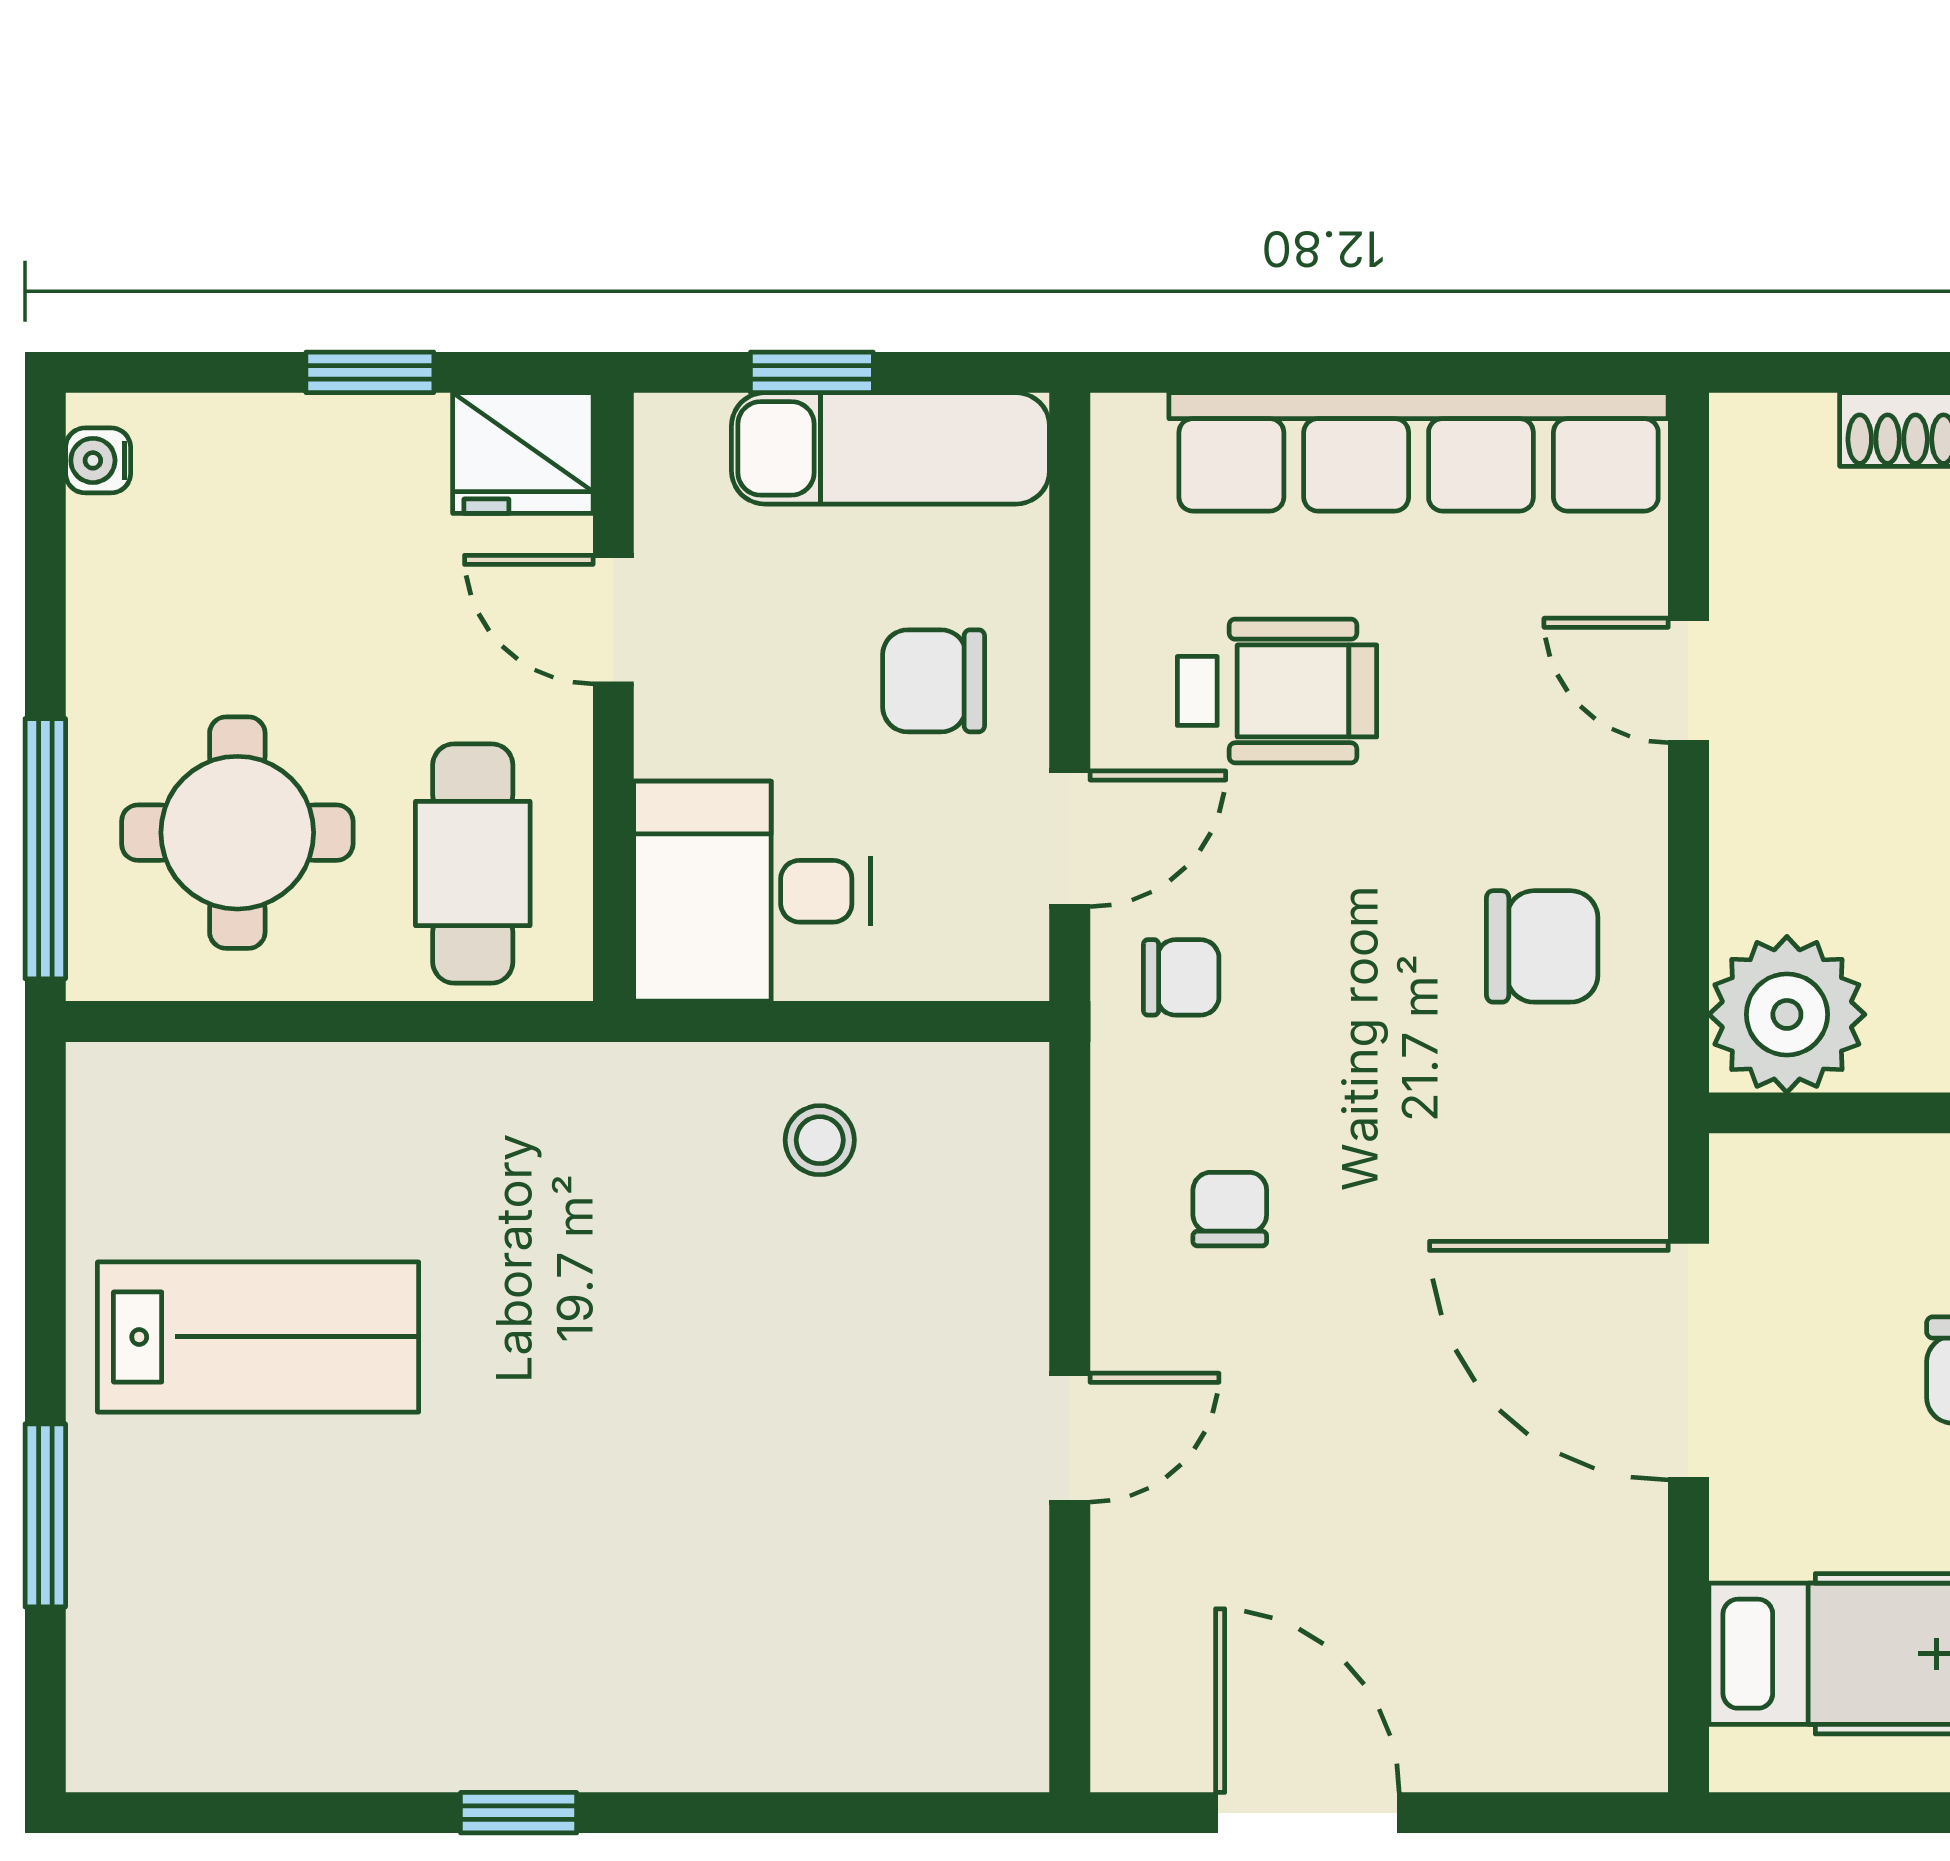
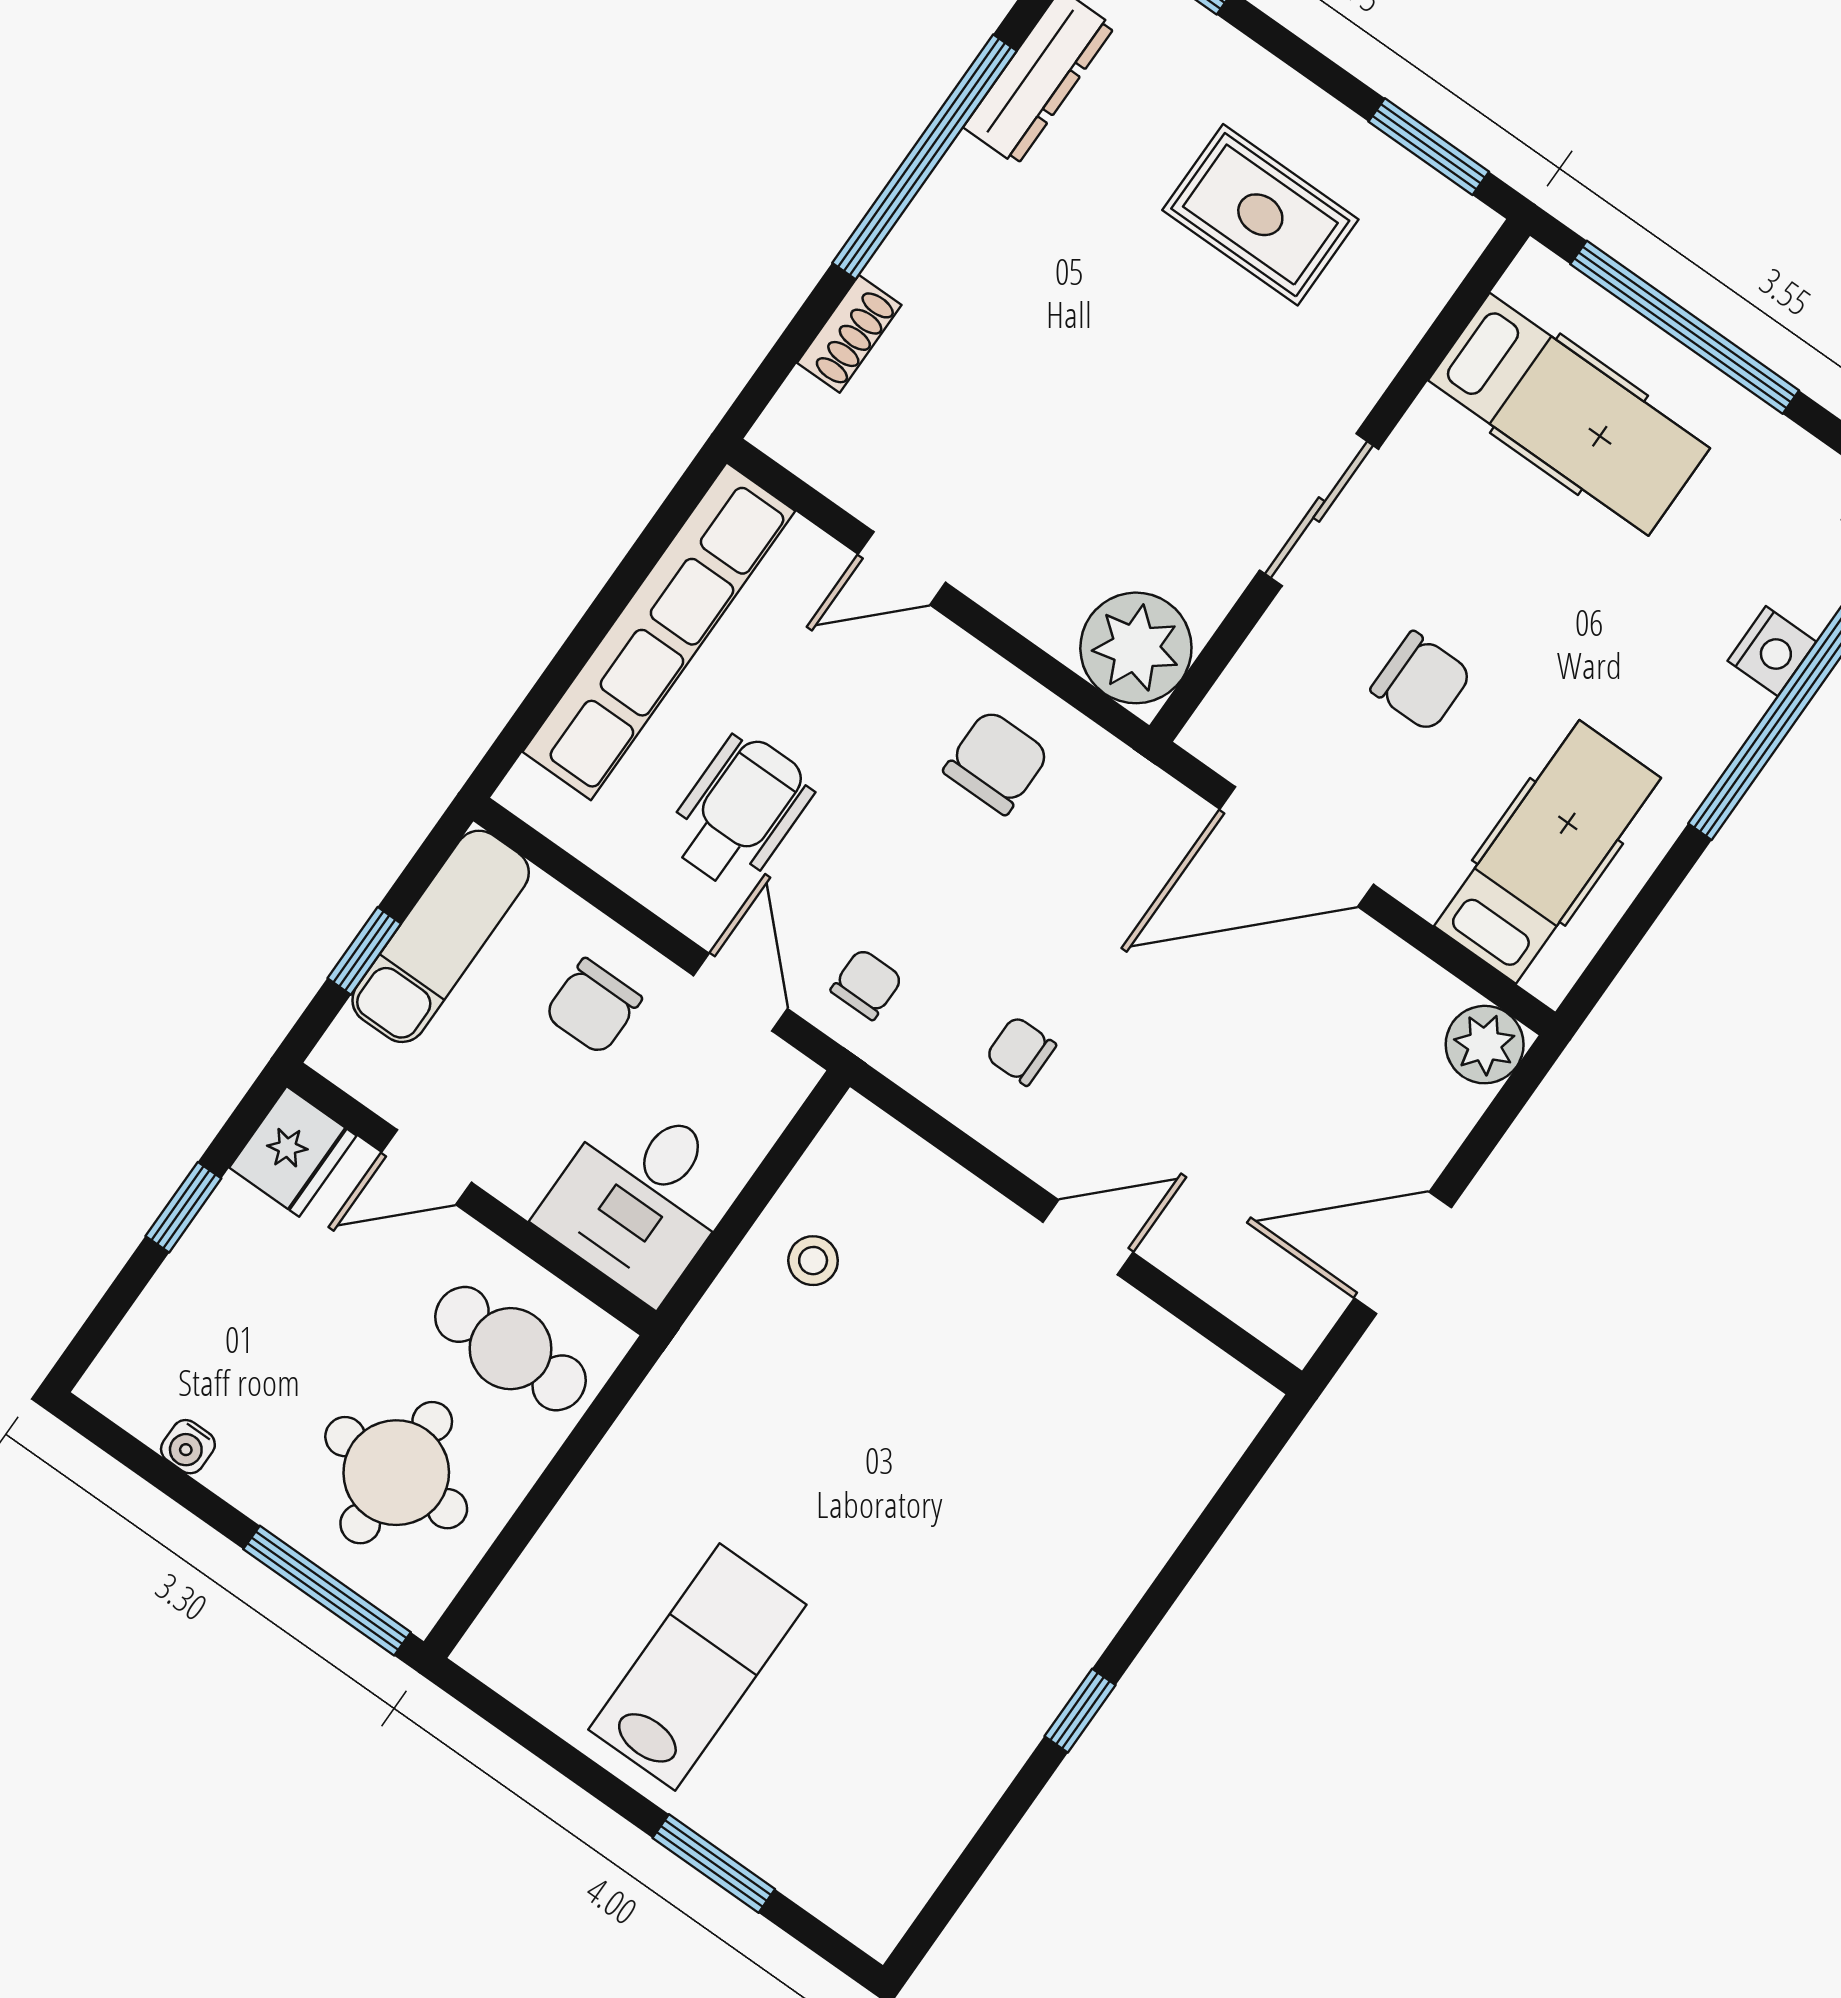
water cooler: (98, 460) -> (188, 1447), moved
door: (1070, 1438) -> (1088, 1237), hinge flipped
plant: (1613, 1738) -> (1485, 1045), added

